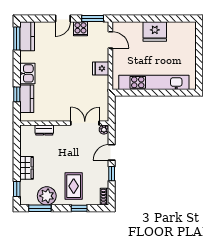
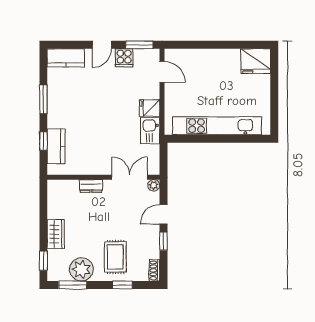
fridge: (155, 31) -> (256, 61), moved
kitchen counter: (27, 36) -> (66, 58), moved, turned 90
window: (17, 38) -> (43, 99), moved
kitchen sink: (27, 73) -> (150, 131), moved, turned 180
dresser: (44, 130) -> (91, 186), moved

